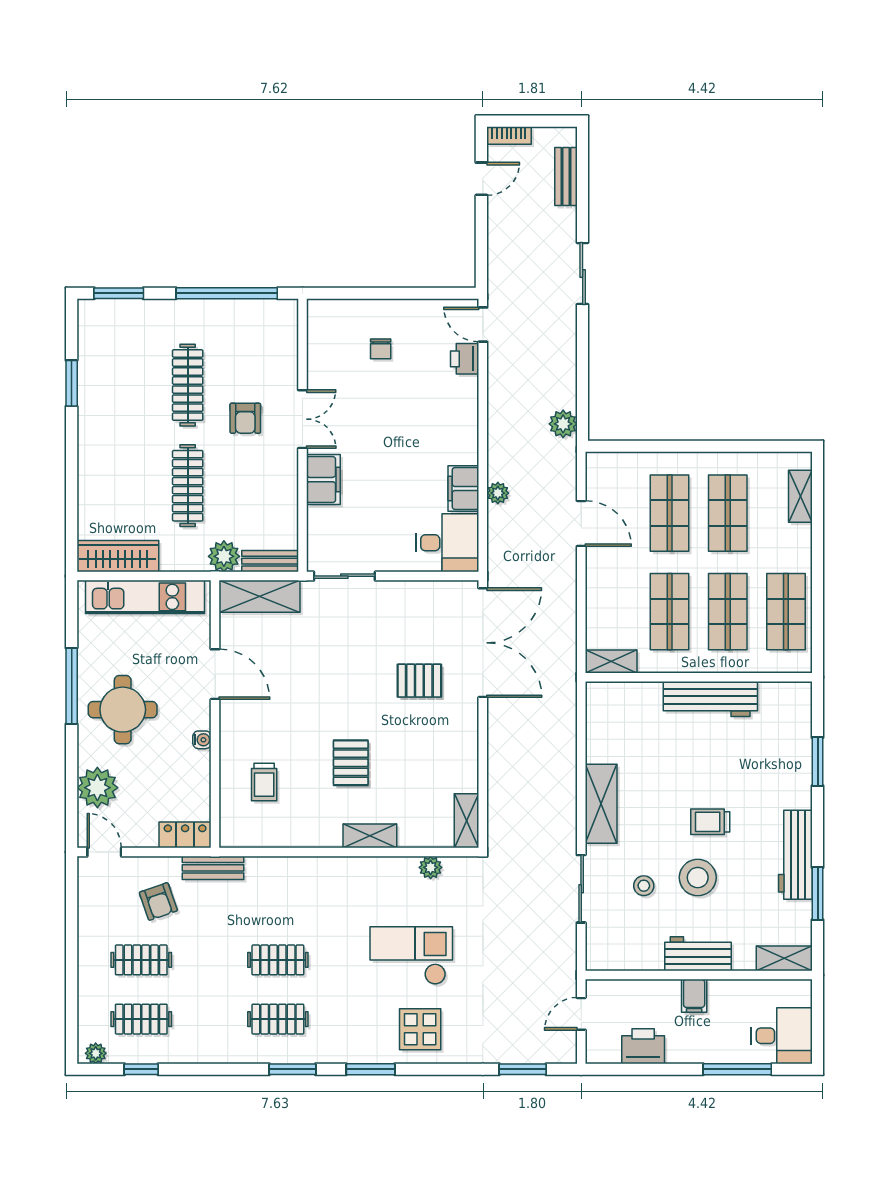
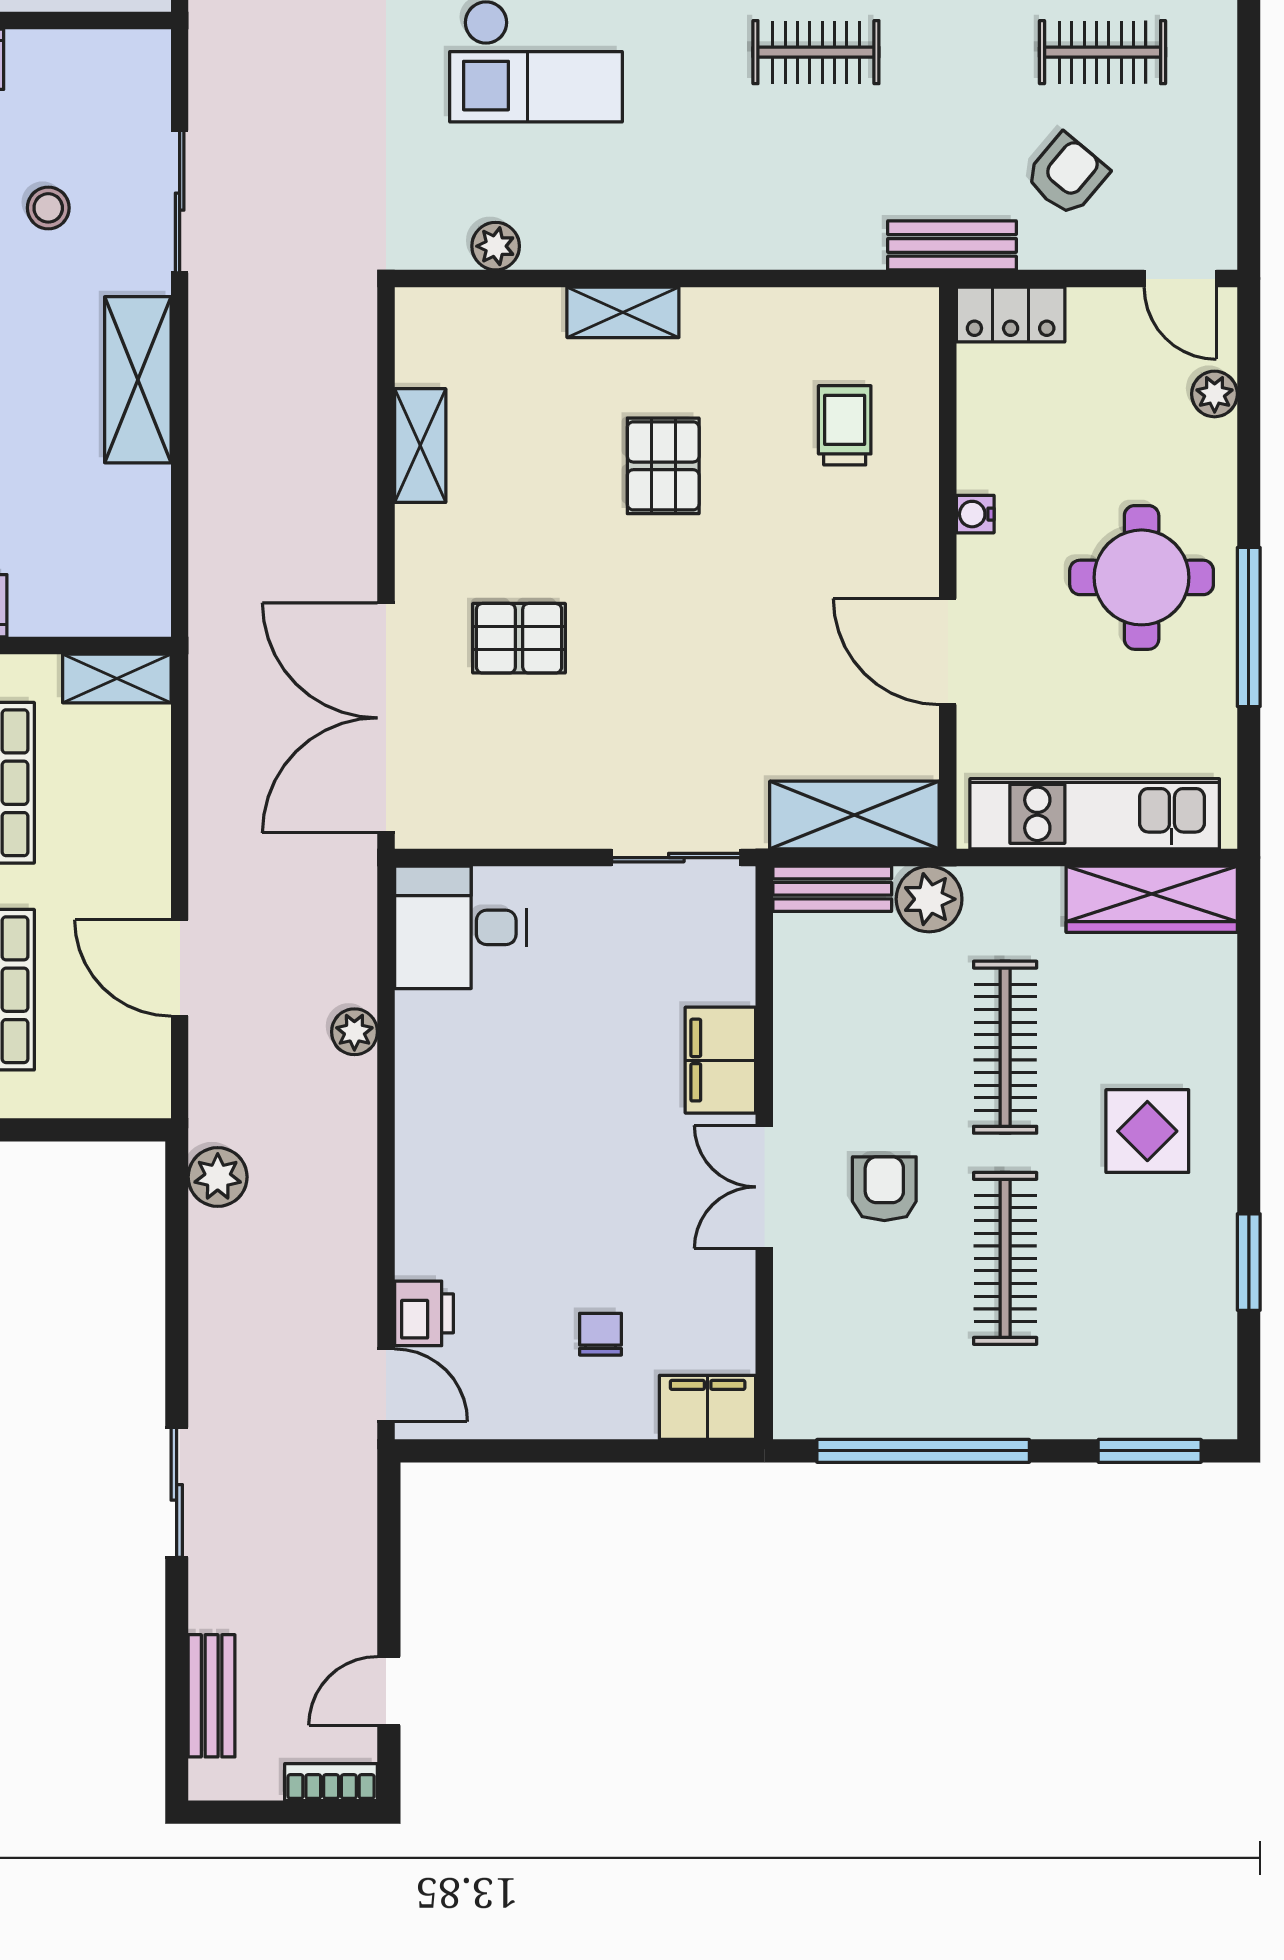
display table: (120, 446) -> (1147, 1131), added
filing cabinet: (463, 488) -> (708, 1407), moved, turned -90
plant: (97, 788) -> (1215, 394), width x0.53, depth x0.53
shelving: (466, 821) -> (420, 446), moved
armchair: (158, 902) -> (1067, 175), turned 59

